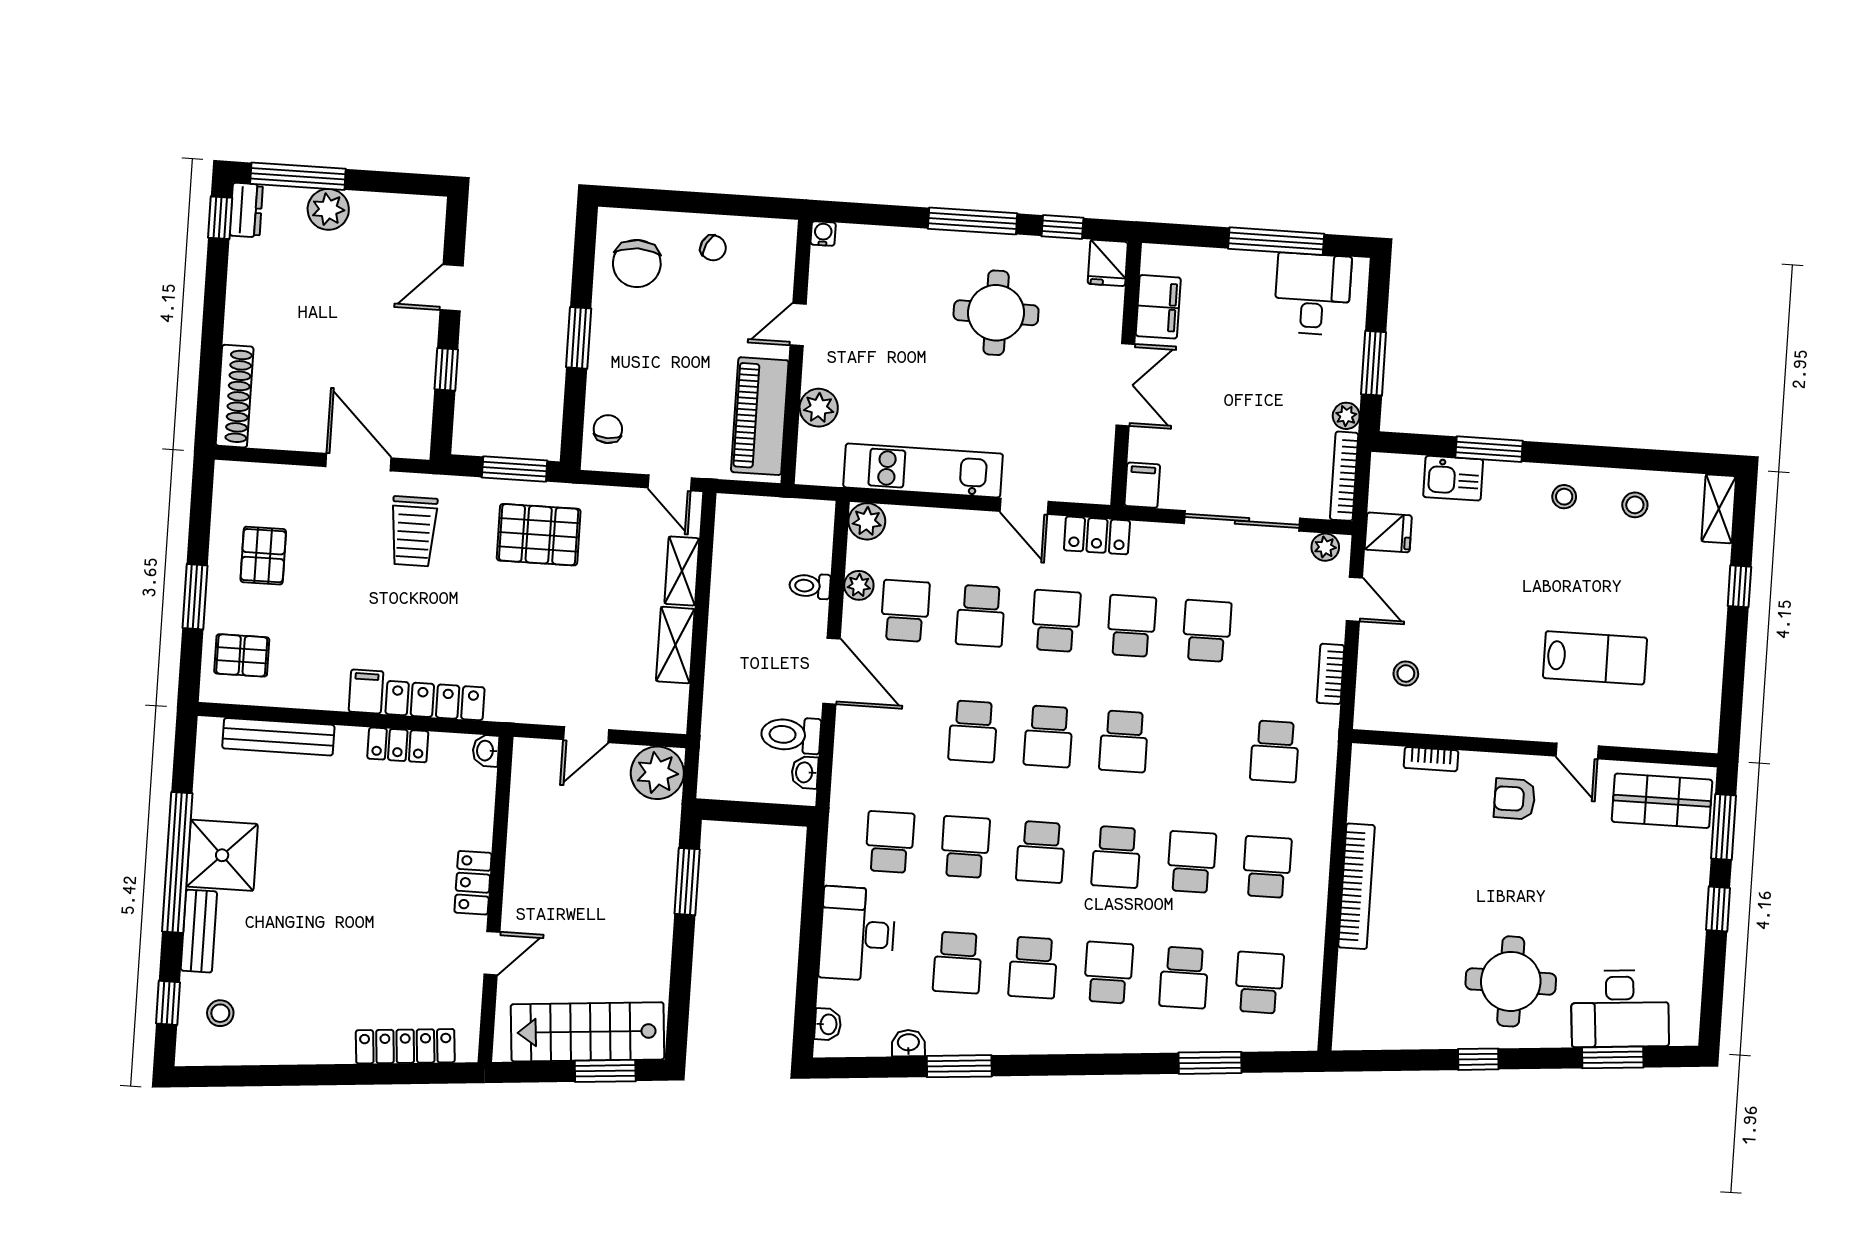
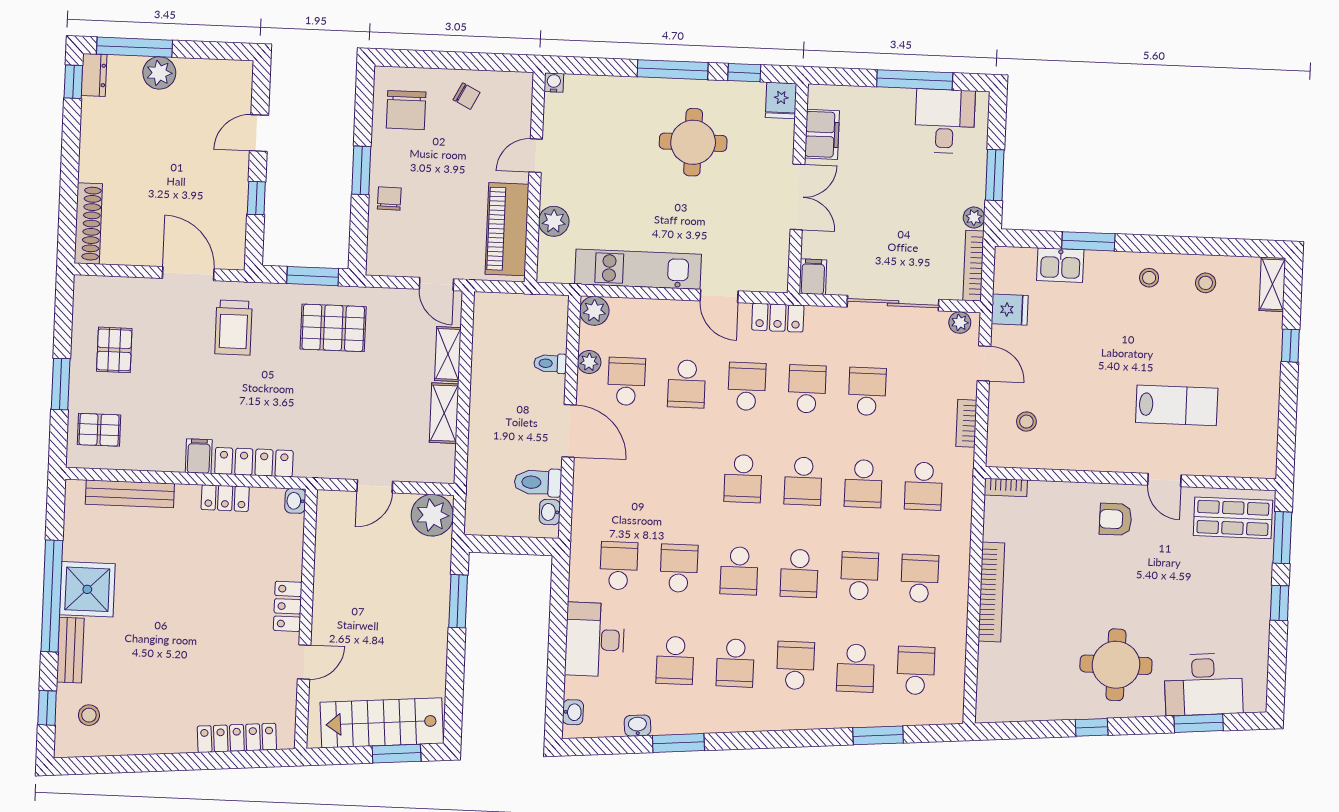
chair: (608, 429) -> (389, 199), moved
school desk: (973, 731) -> (863, 484), moved
bookcase: (1431, 759) -> (1006, 487), moved

